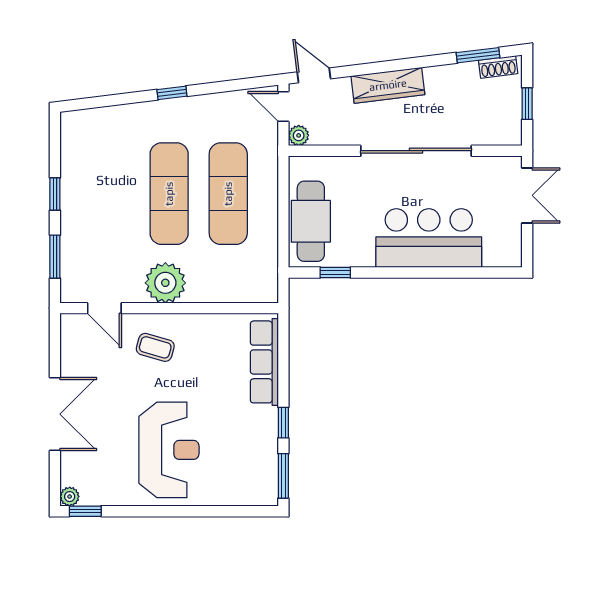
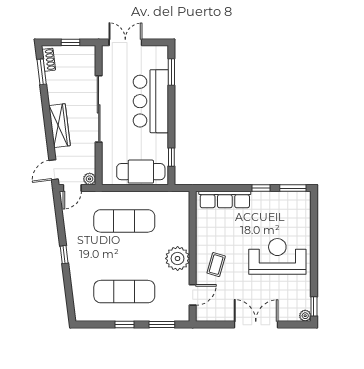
exercise mat: (169, 194) -> (124, 292), moved
window: (478, 273) -> (171, 72), added

